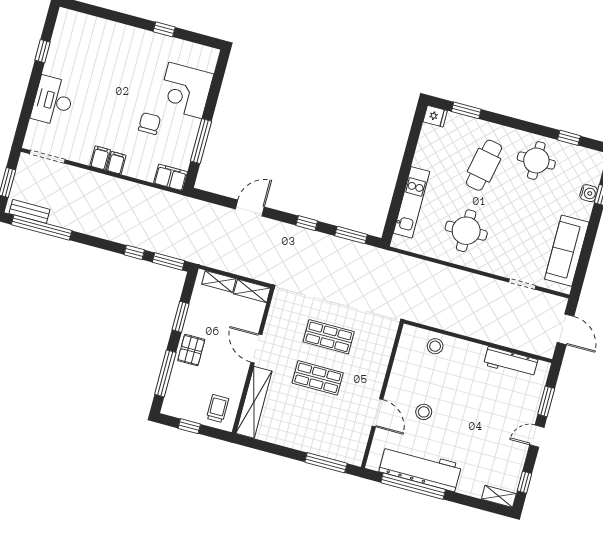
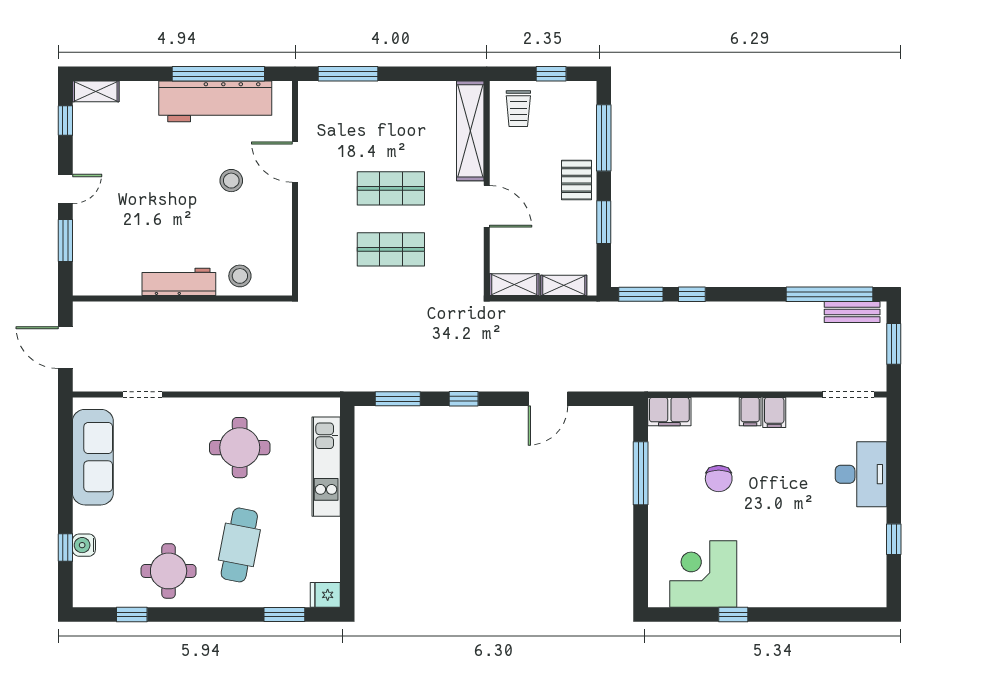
corner desk: (185, 90) -> (703, 574), moved, turned -90
workbench: (511, 362) -> (179, 282), moved

